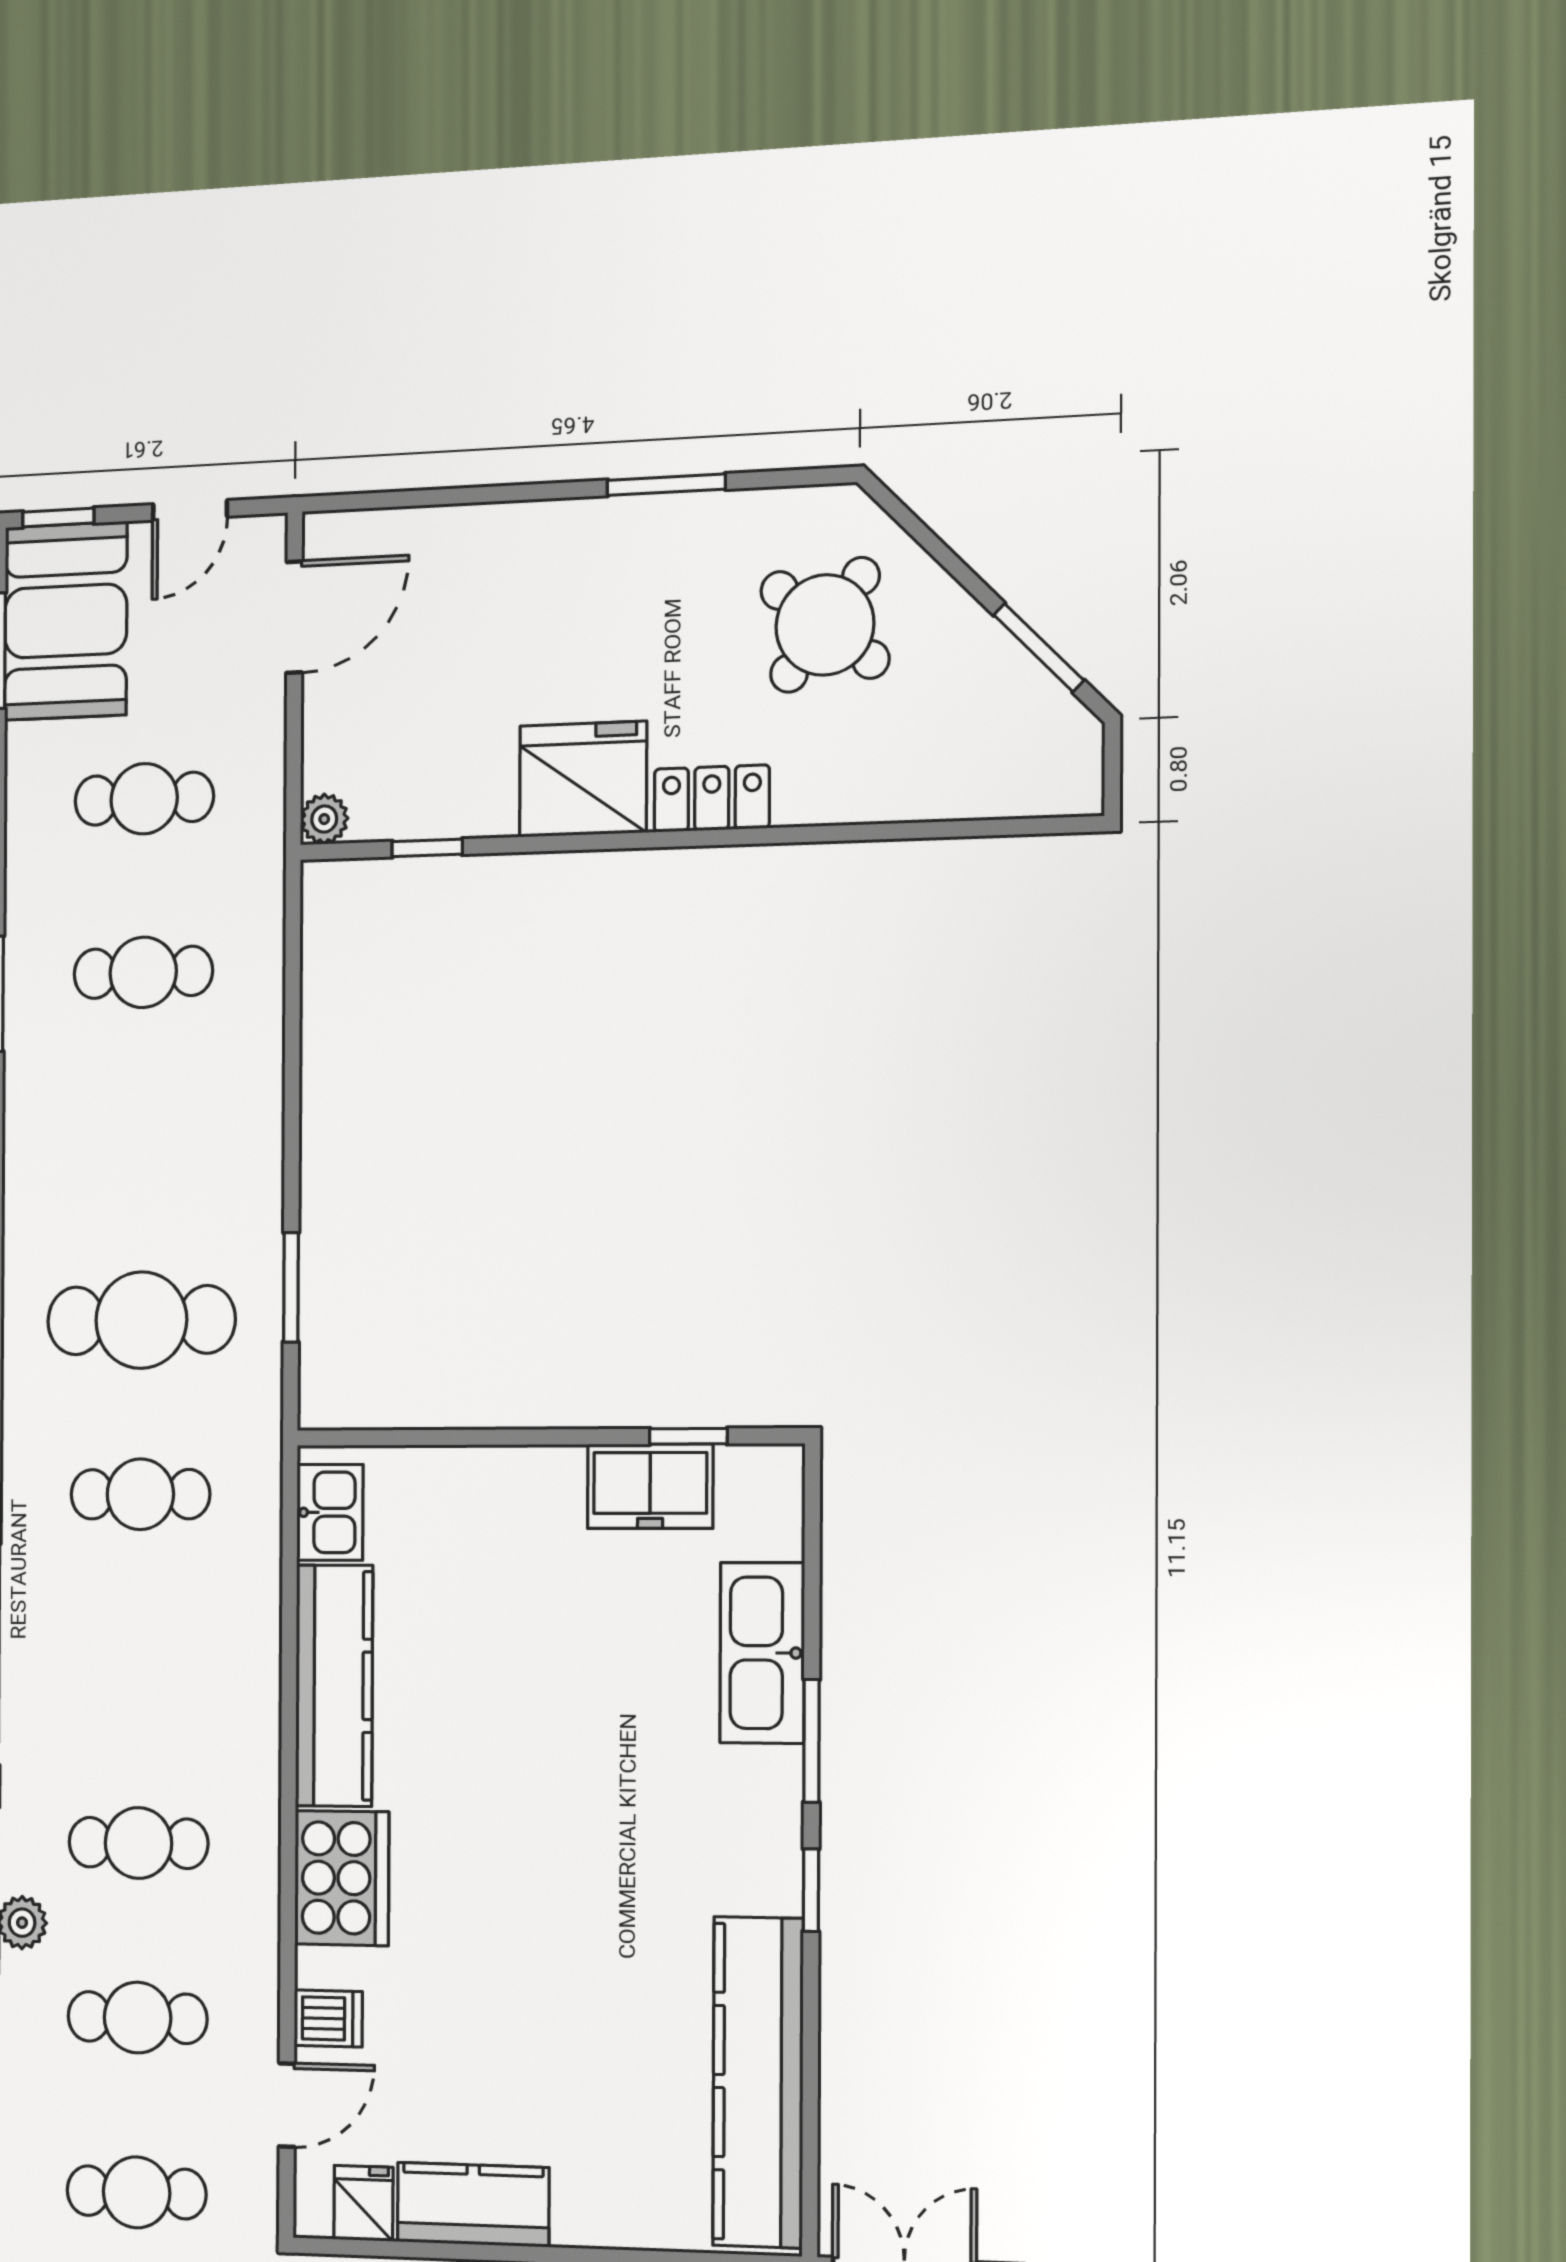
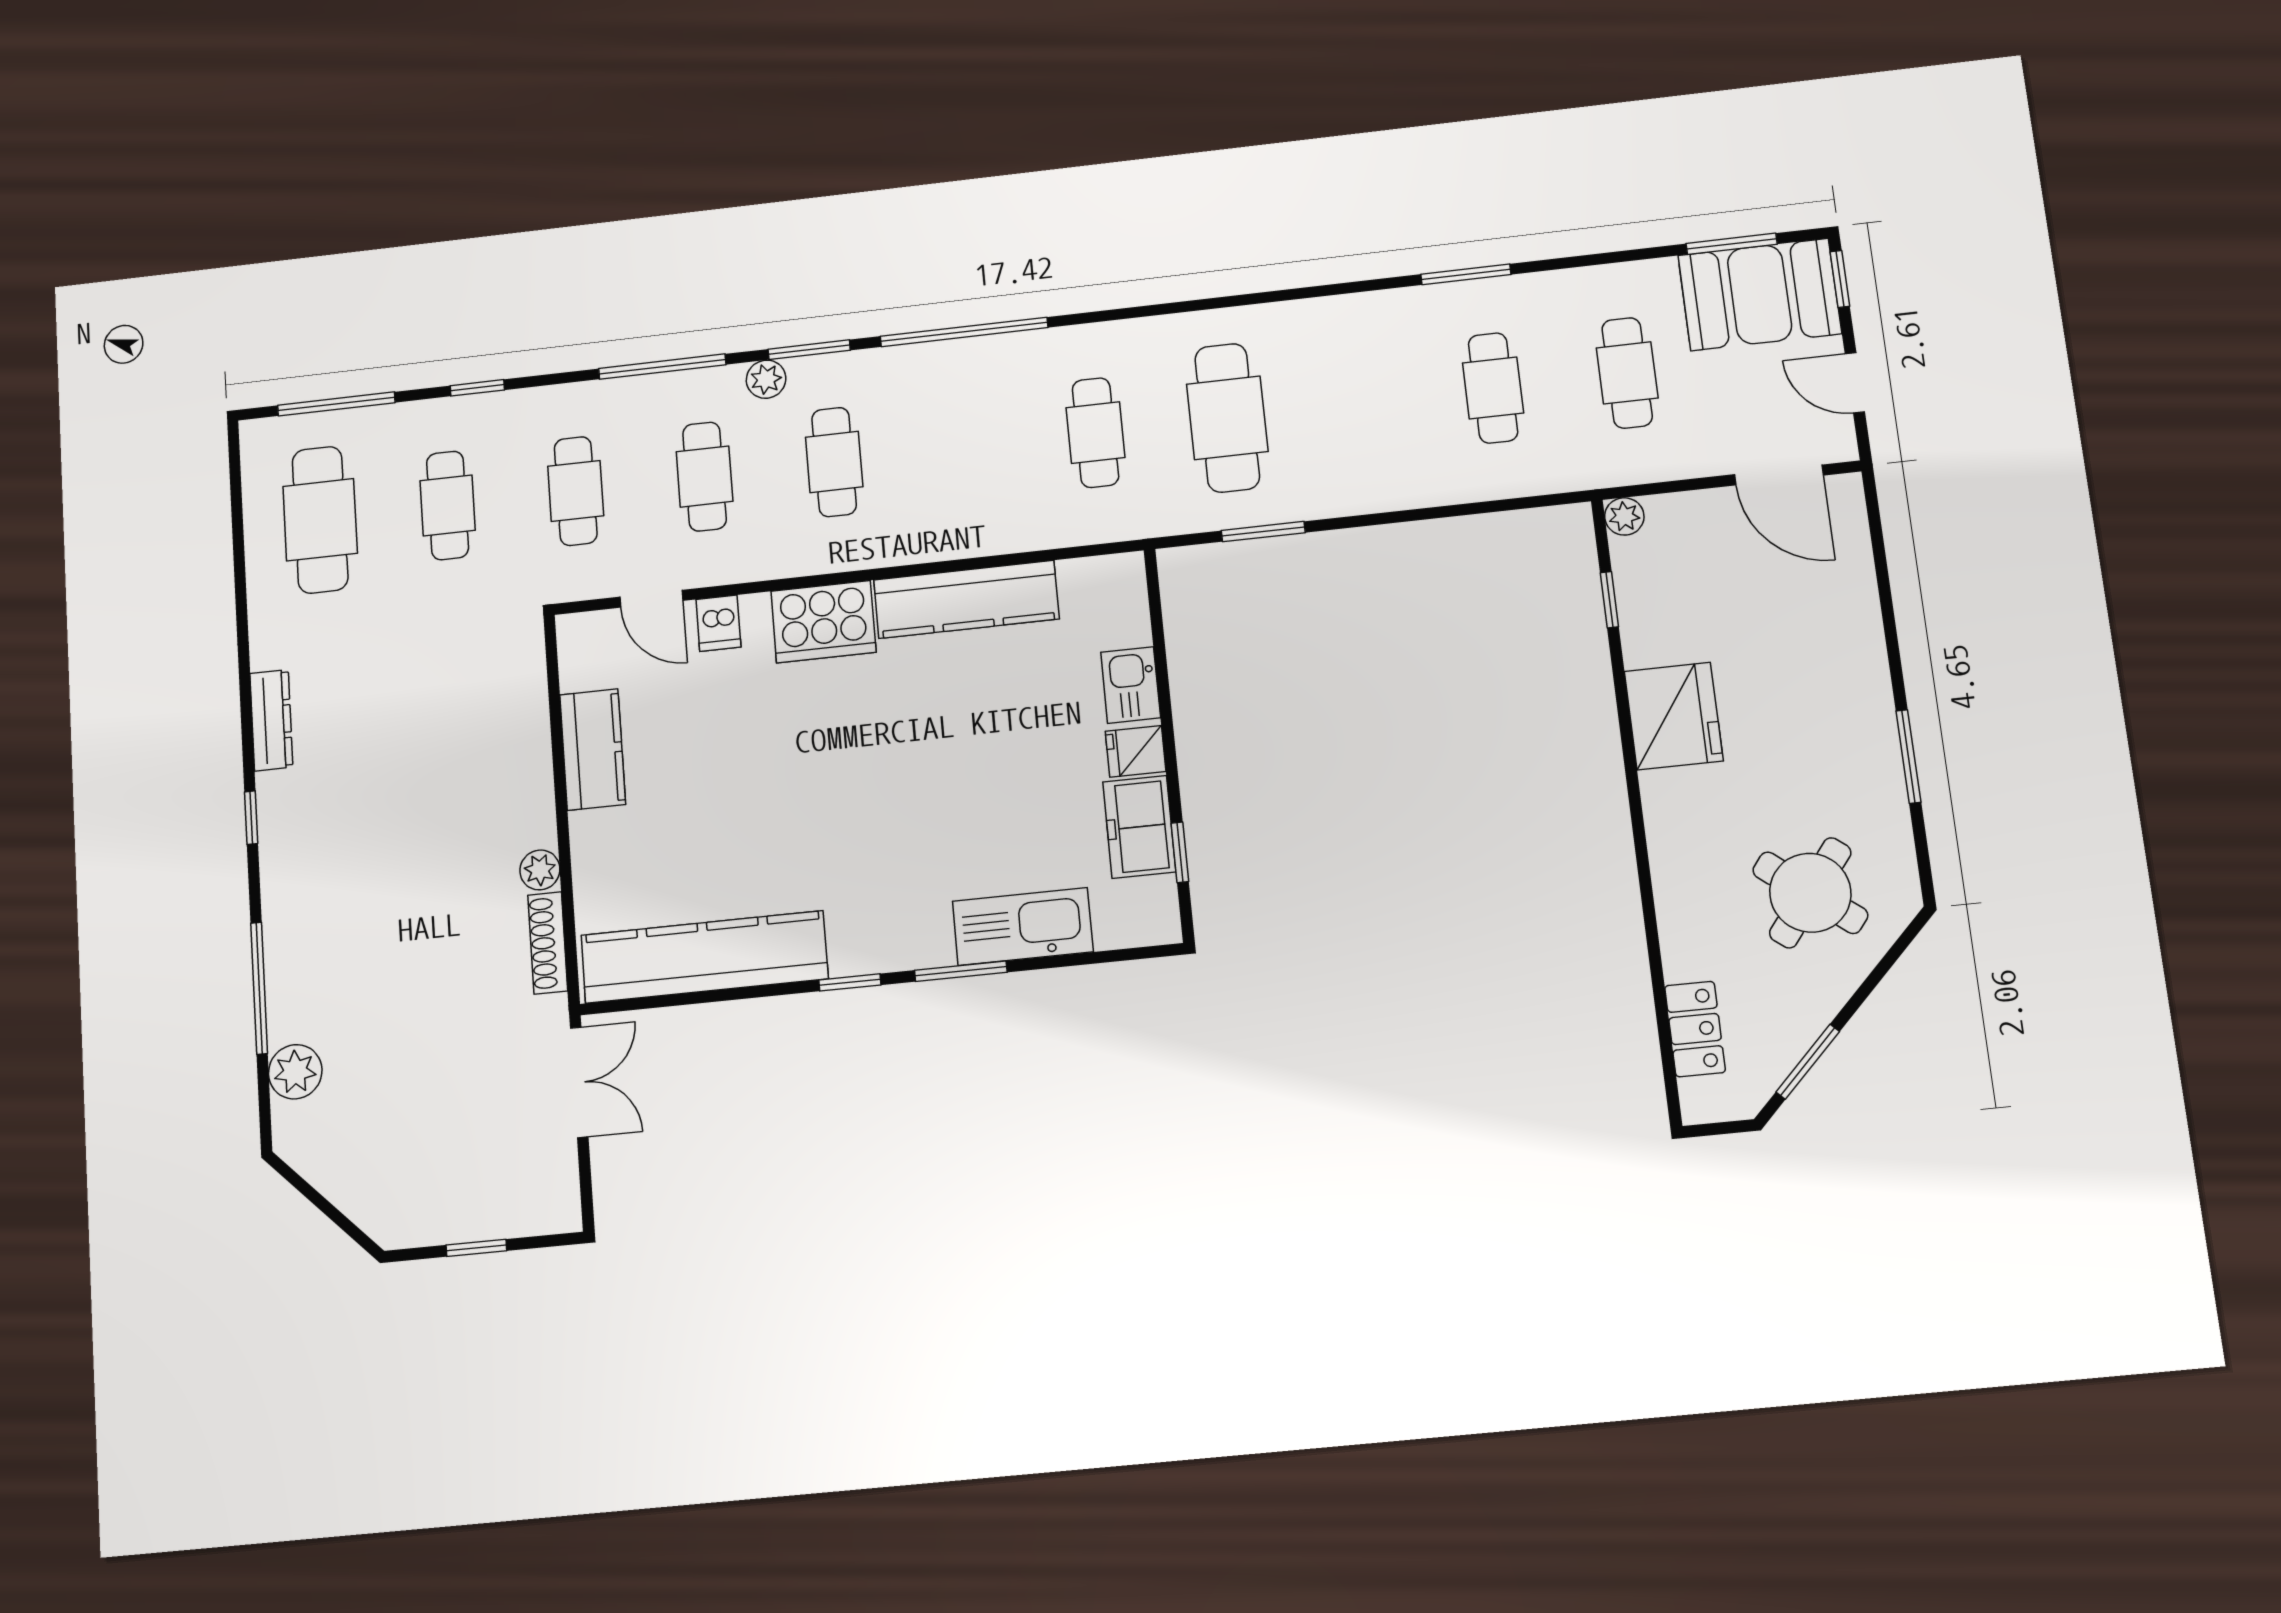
locker: (712, 798) -> (1695, 1029), moved
kitchen sink: (330, 1512) -> (1131, 685), moved, turned 90
fridge: (363, 2203) -> (1136, 751), moved, turned 180

